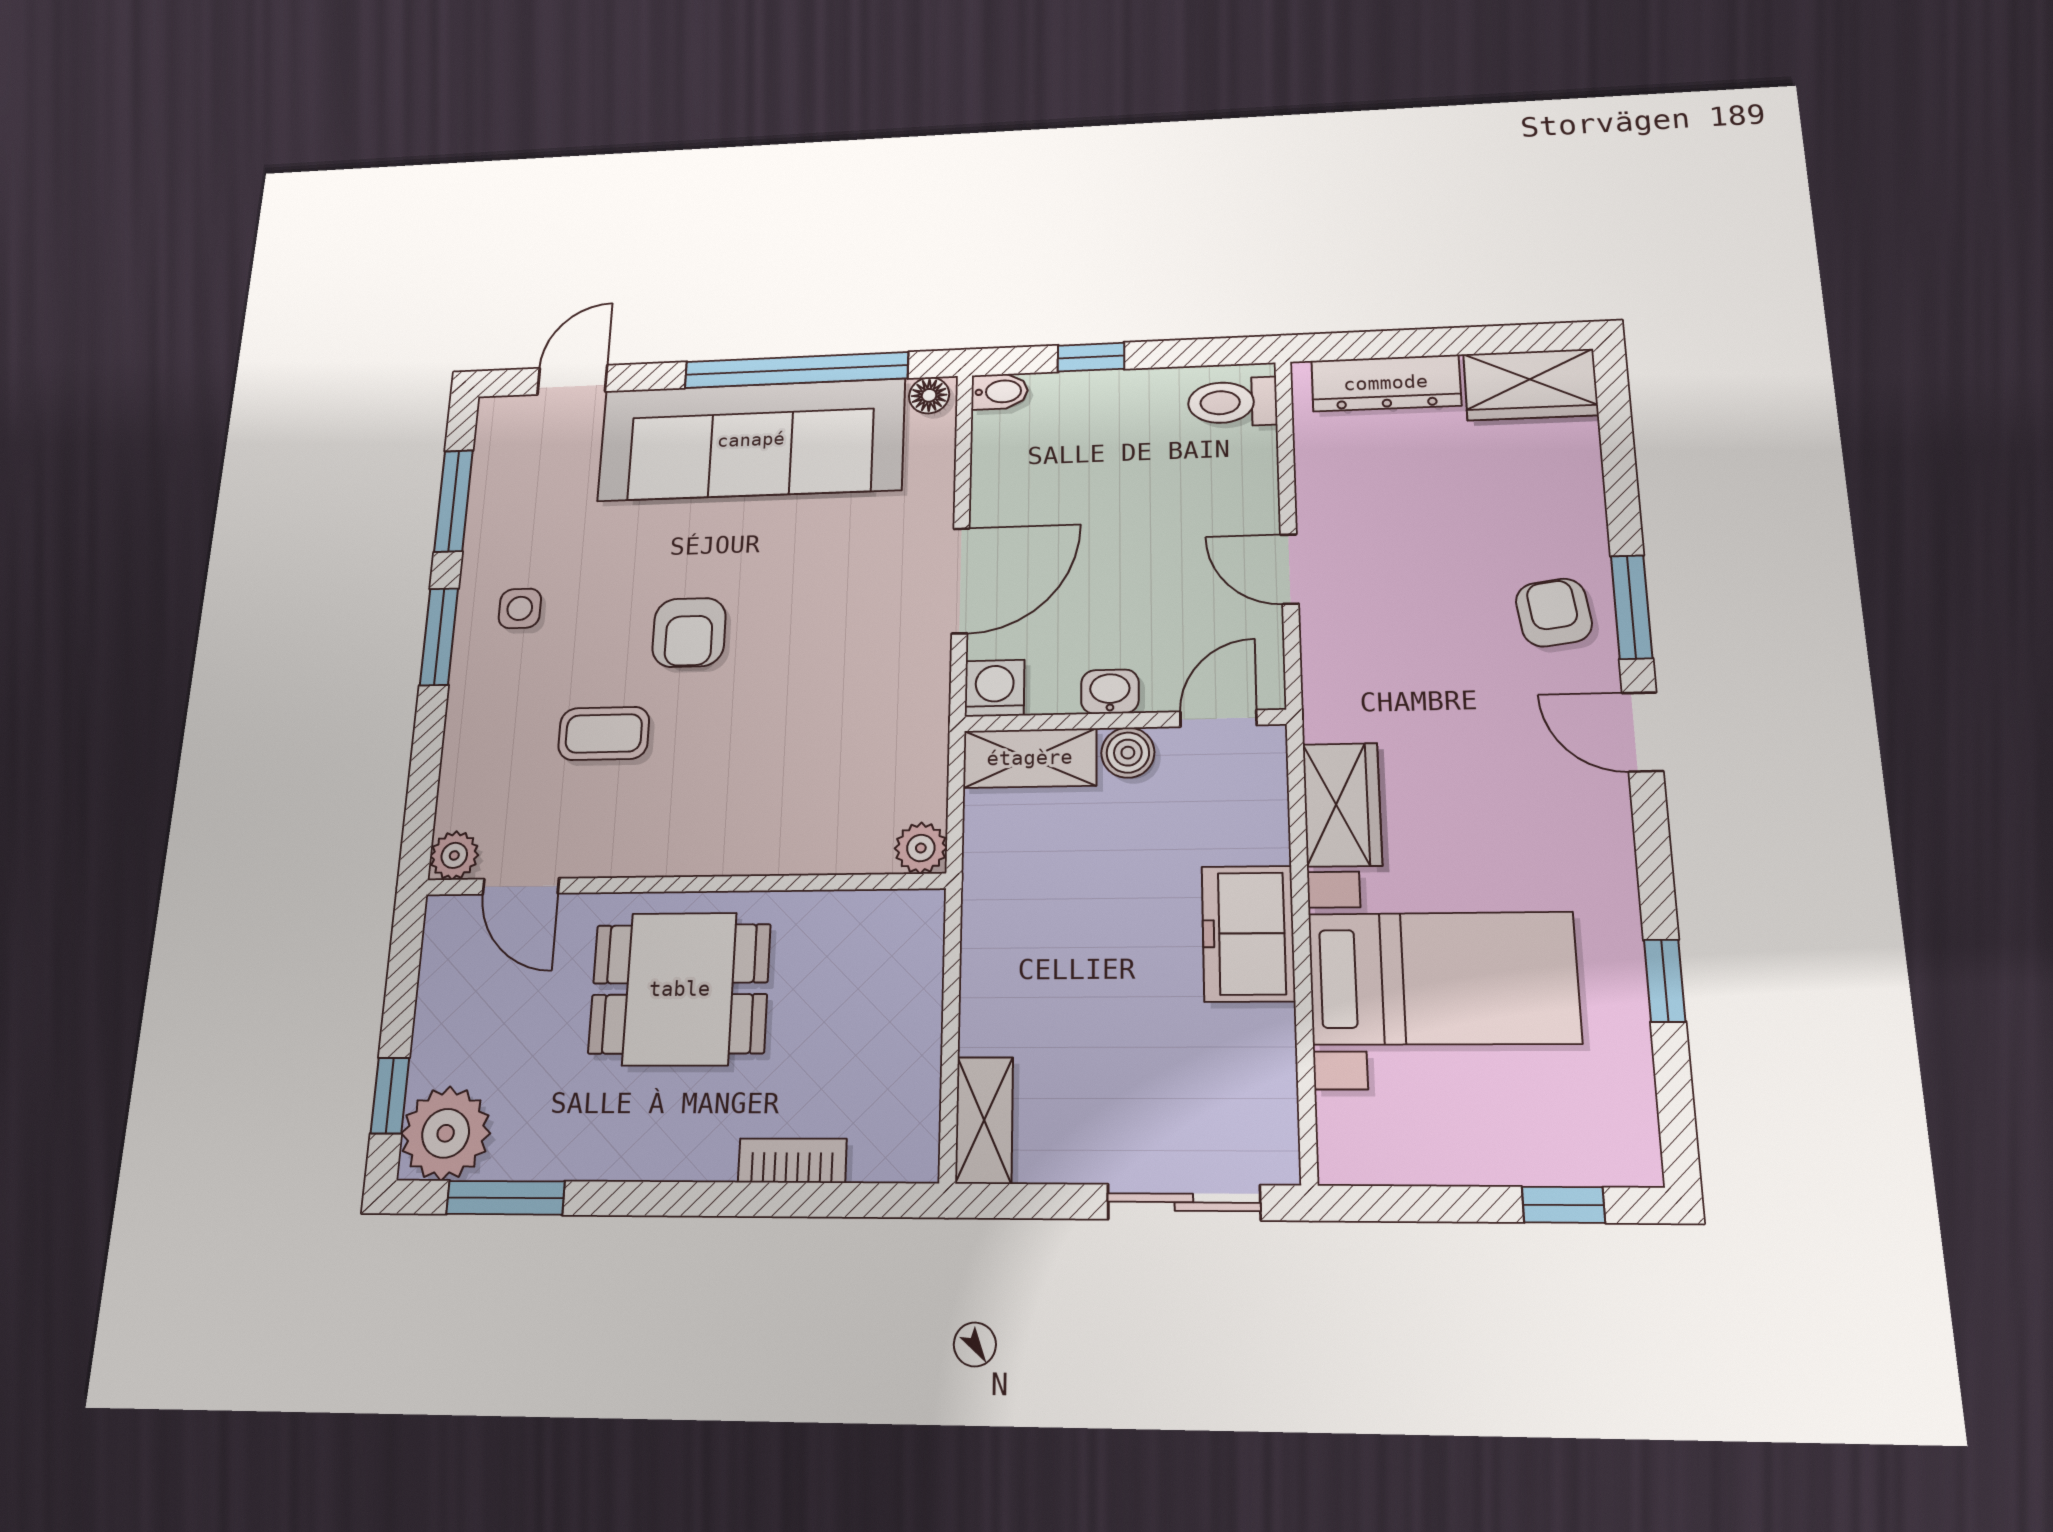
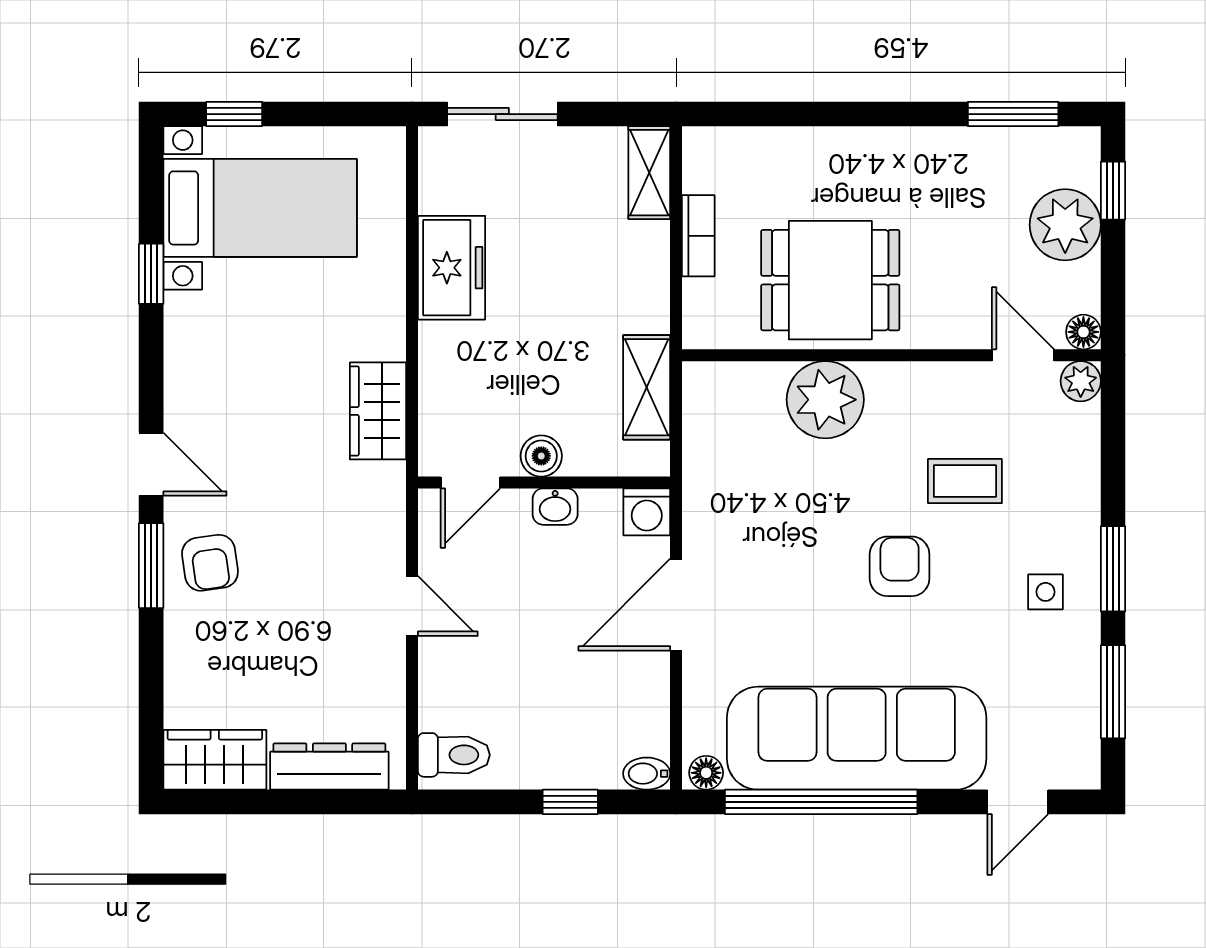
shelving: (1030, 758) -> (647, 387), moved, turned 90
plant: (921, 848) -> (825, 400), moved, width x1.88, depth x1.88
floor lamp: (445, 916) -> (1083, 332), added
freezer: (1248, 933) -> (451, 268), moved
bed with nightstands: (1443, 978) -> (260, 208), moved, turned 180
dining table: (680, 989) -> (830, 280), moved
plant: (446, 1133) -> (1065, 225), moved
bookcase: (792, 1161) -> (698, 236), moved, turned -90

